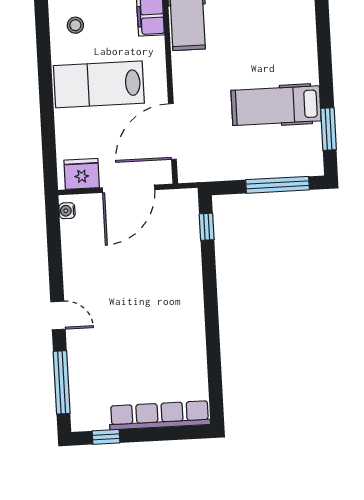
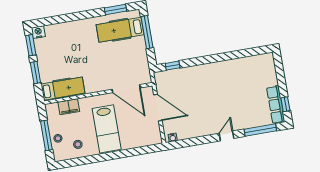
hospital bed: (276, 106) -> (120, 30), moved, turned 90
fridge: (82, 174) -> (153, 132), removed
row of seats: (160, 415) -> (276, 105), moved, width x0.73

